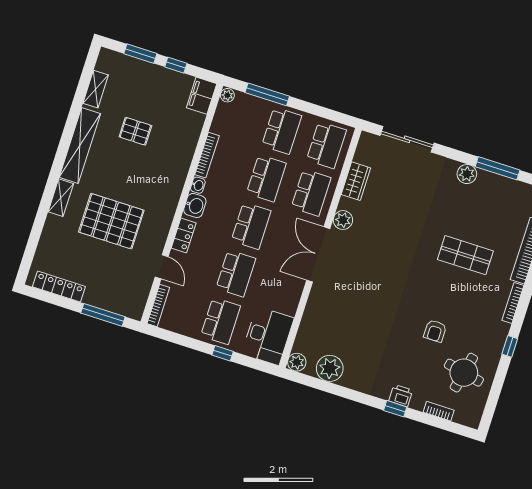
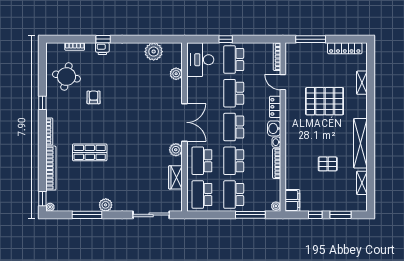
shelving: (61, 198) -> (362, 83), moved
plant: (297, 362) -> (176, 74), moved

